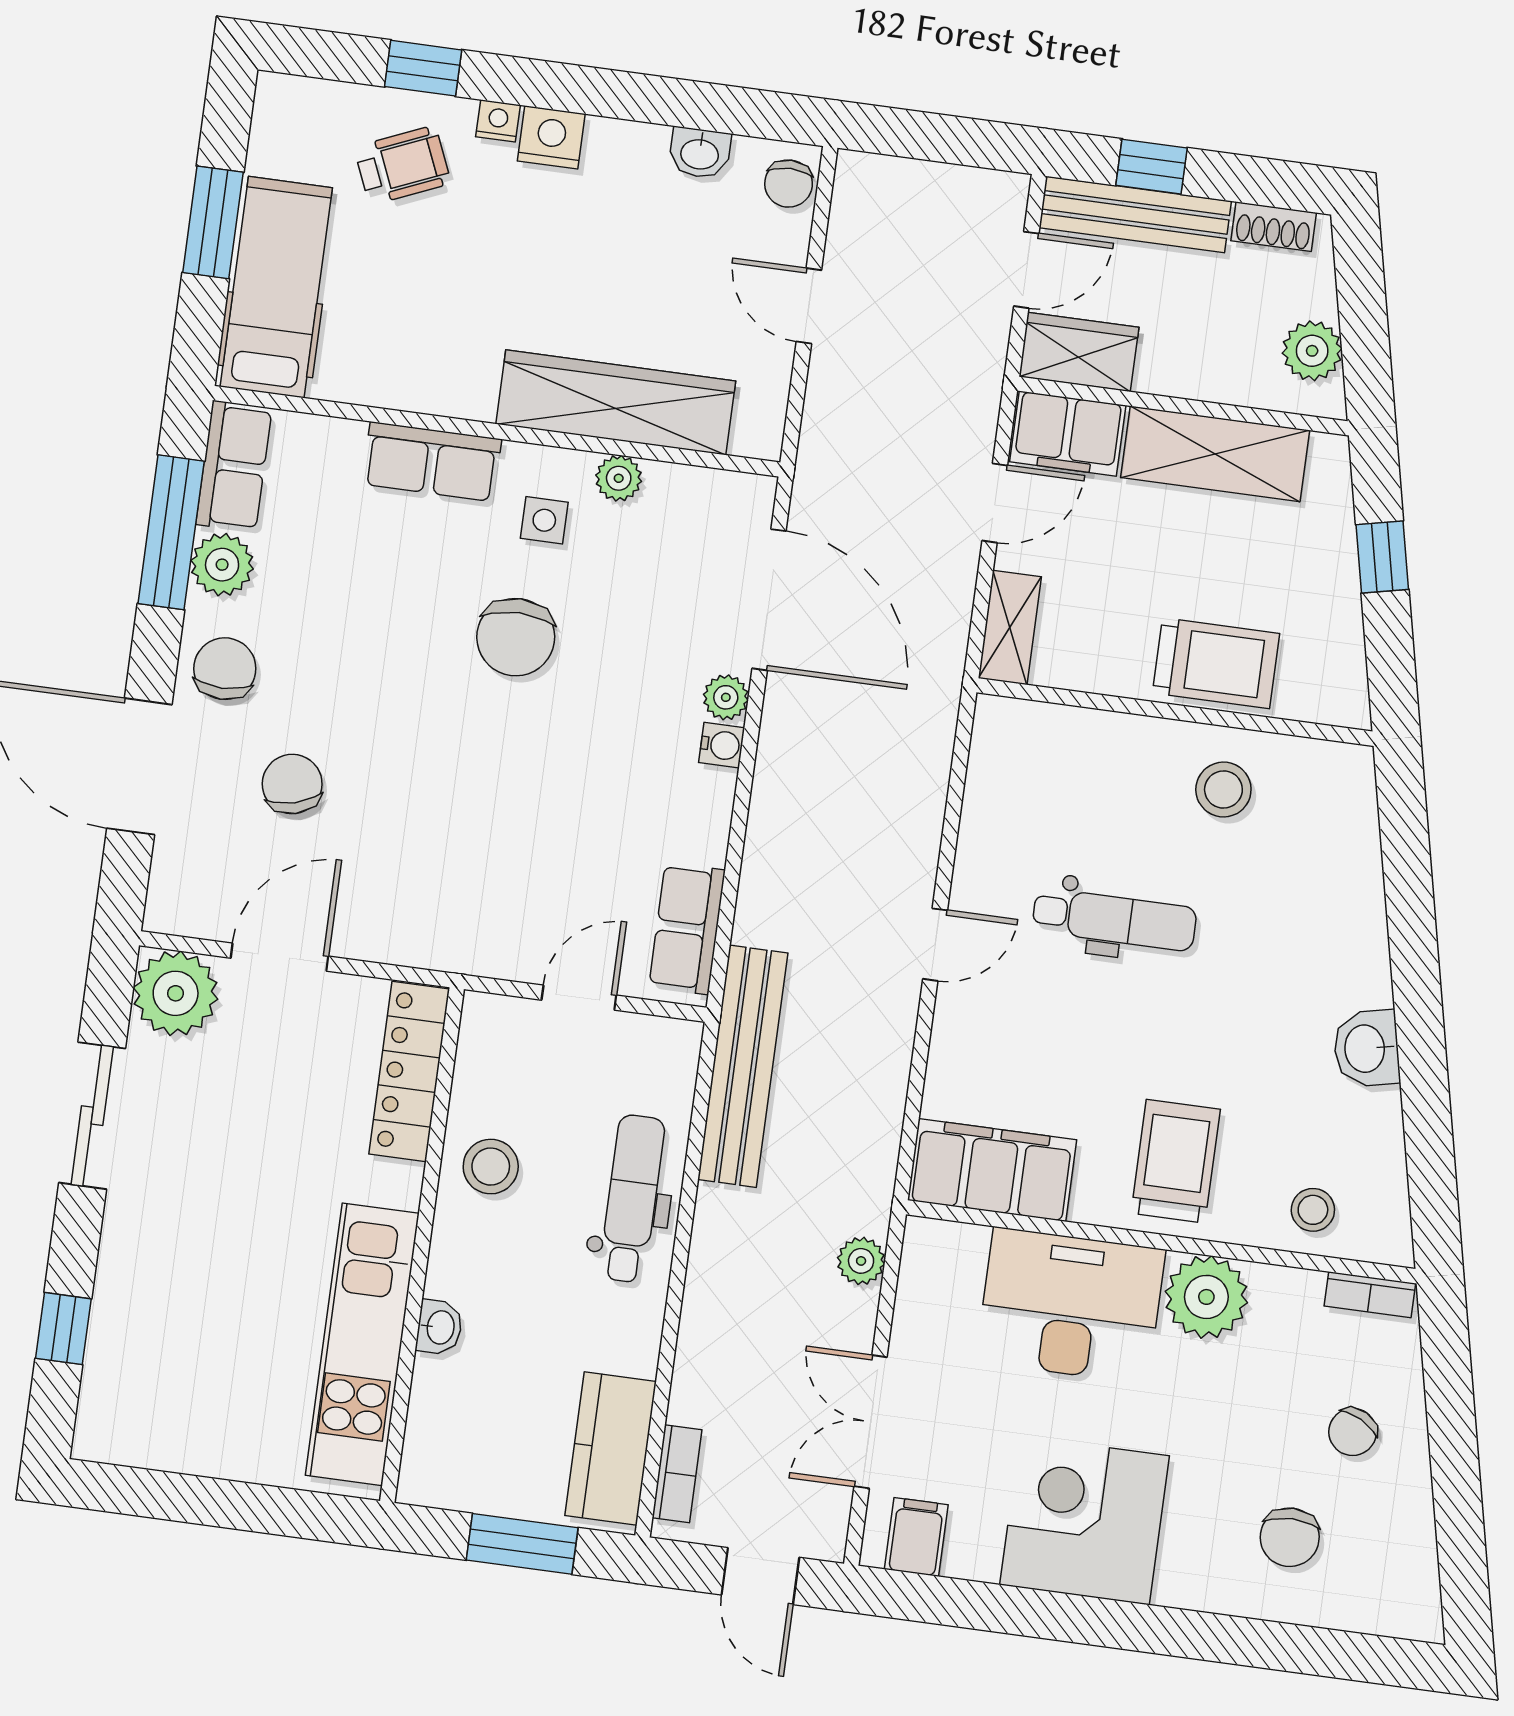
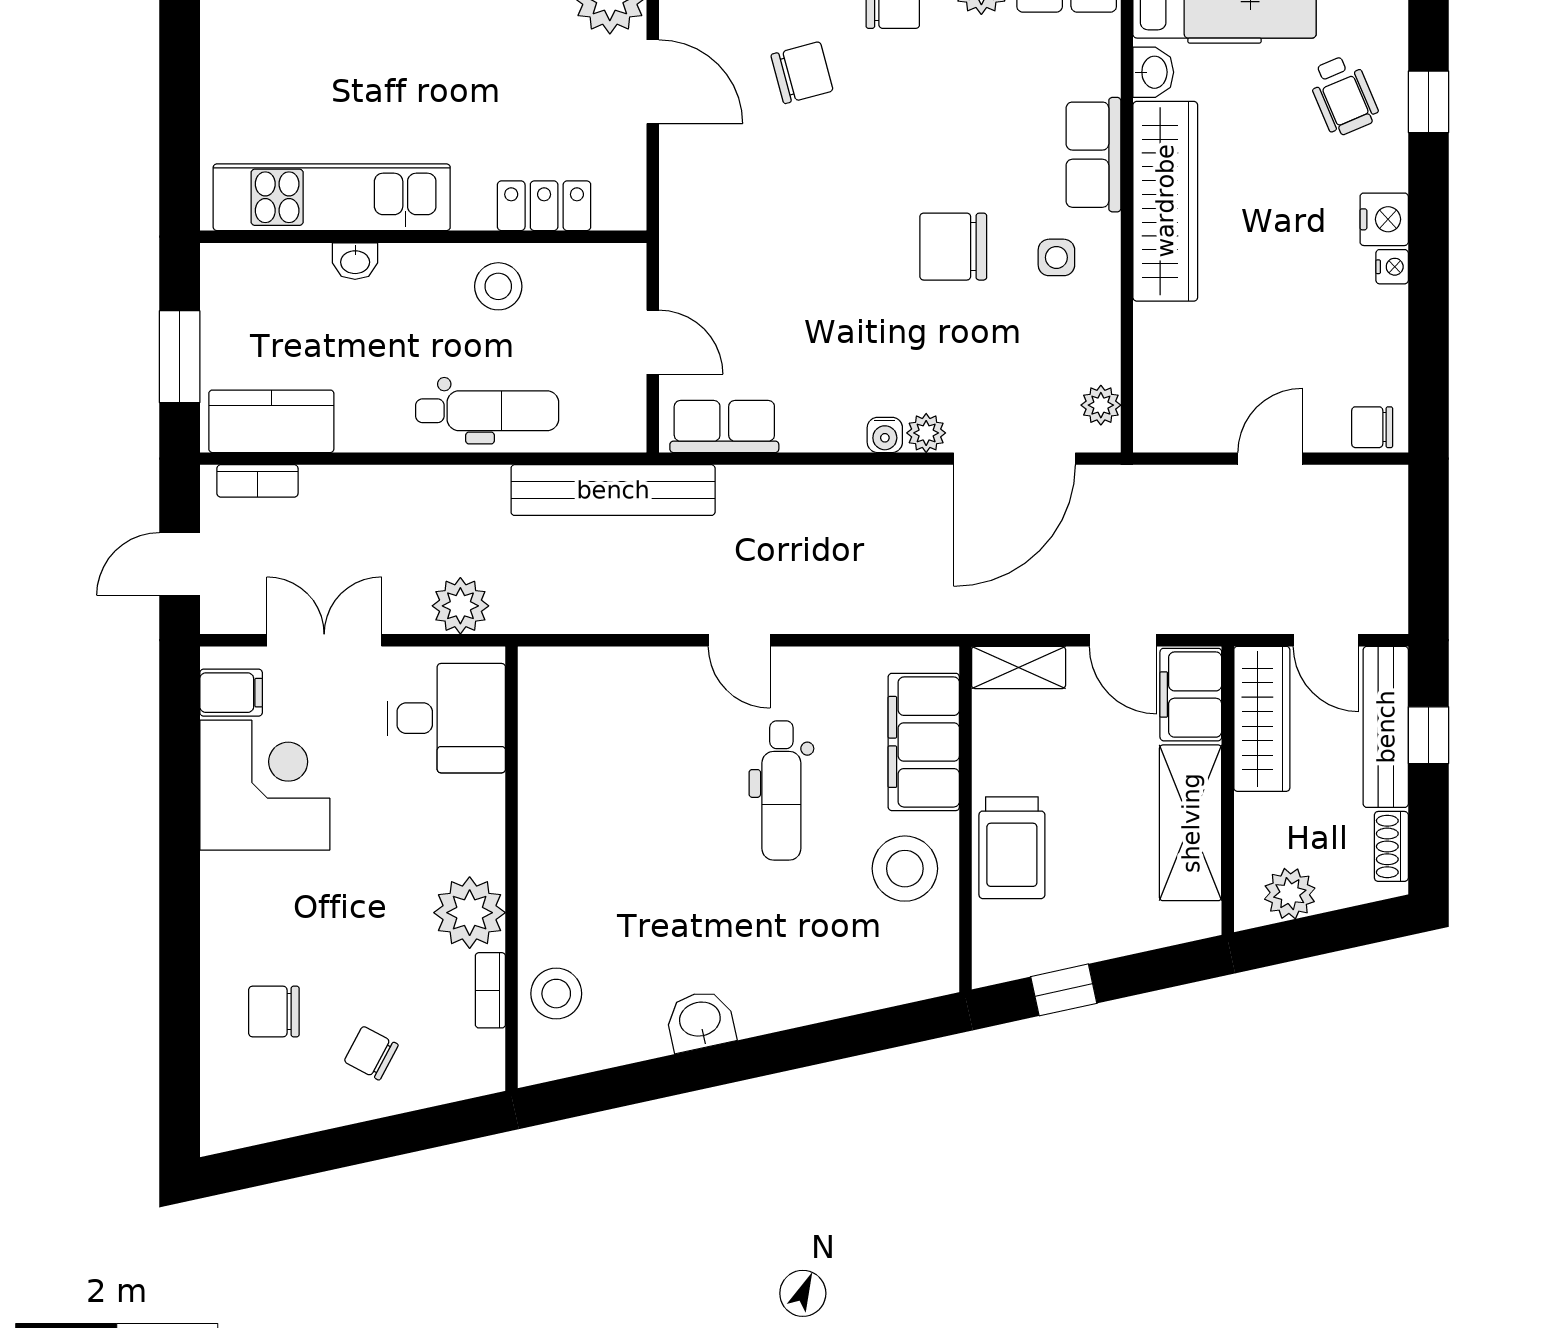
nightstand: (498, 121) -> (1392, 267), moved
washbasin: (700, 153) -> (1153, 72), moved, turned 180
wardrobe: (1079, 352) -> (1262, 719), width x1.50
wardrobe: (616, 402) -> (1165, 201), moved
plant: (619, 478) -> (1101, 405), moved
window: (1382, 557) -> (1064, 990), moved
stool: (1223, 790) -> (905, 869), width x1.38, depth x1.38
locker: (409, 1072) -> (544, 206), width x0.66
trolley: (1176, 1161) -> (582, 871), removed
filing cabinet: (992, 1170) -> (924, 742), moved, turned 180
stool: (1313, 1210) -> (556, 994), width x1.37, depth x1.37
plant: (861, 1261) -> (460, 606), width x1.38, depth x1.38
bookcase: (1370, 1295) -> (490, 990), moved
desk: (1071, 1306) -> (447, 718), moved, width x0.73
corner desk: (1085, 1520) -> (265, 785), moved

